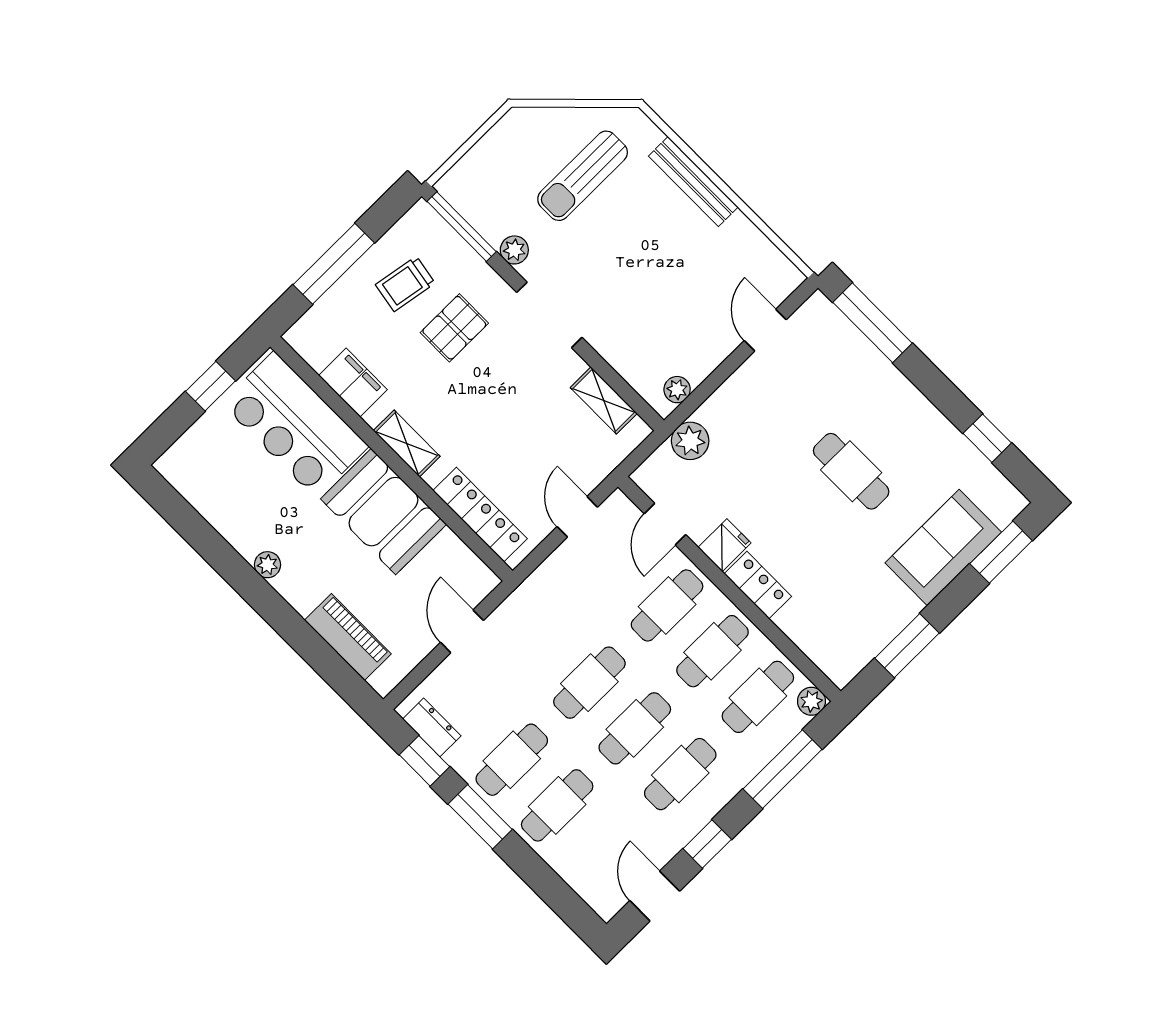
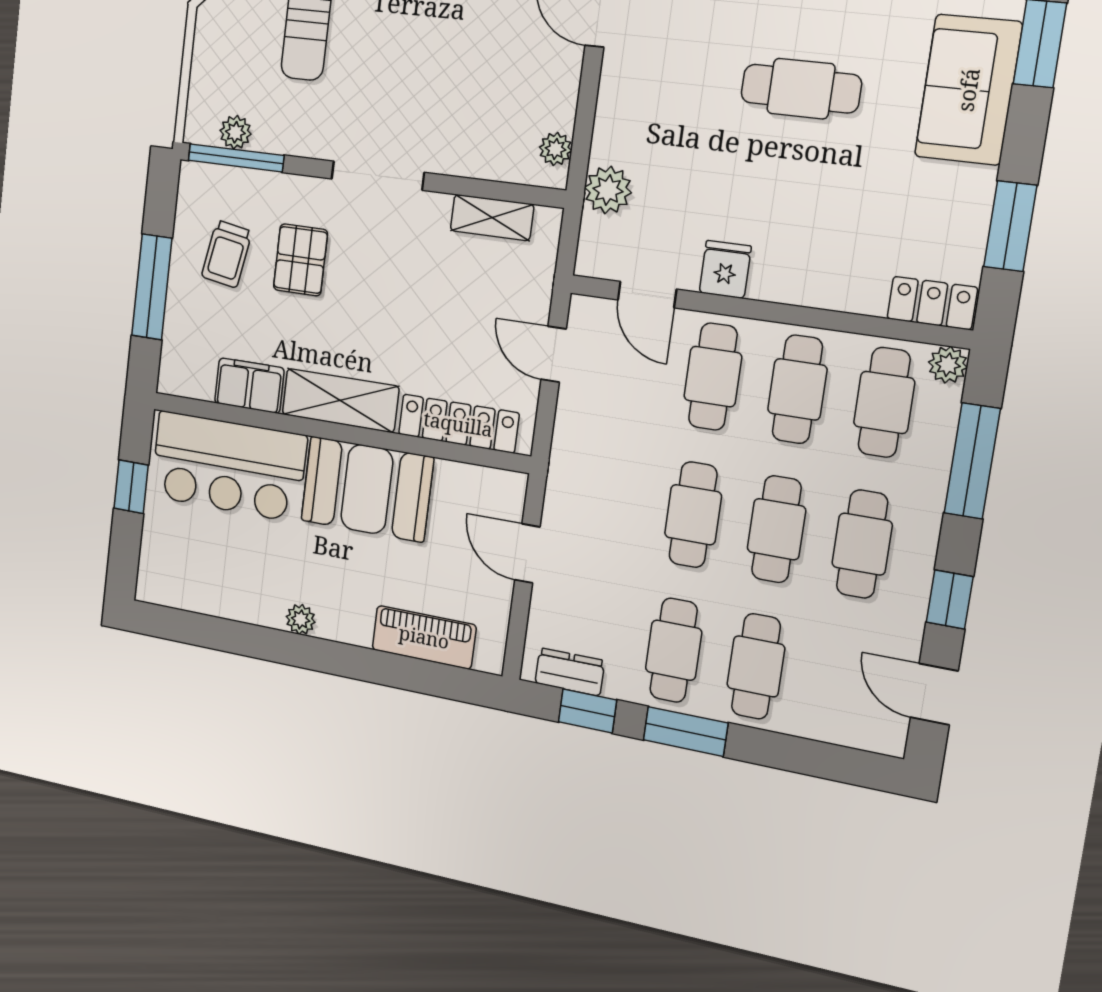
plant: (514, 250) -> (235, 132), moved
shelving: (407, 444) -> (340, 400), width x1.50, depth x1.33
locker: (758, 585) -> (932, 303), moved

